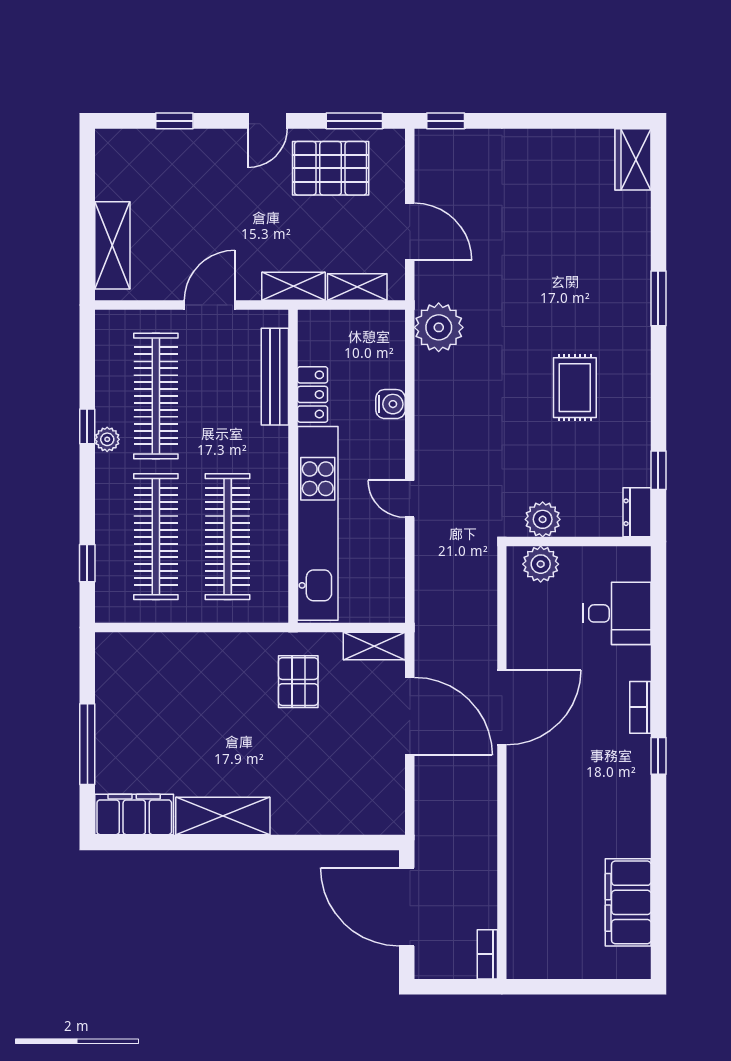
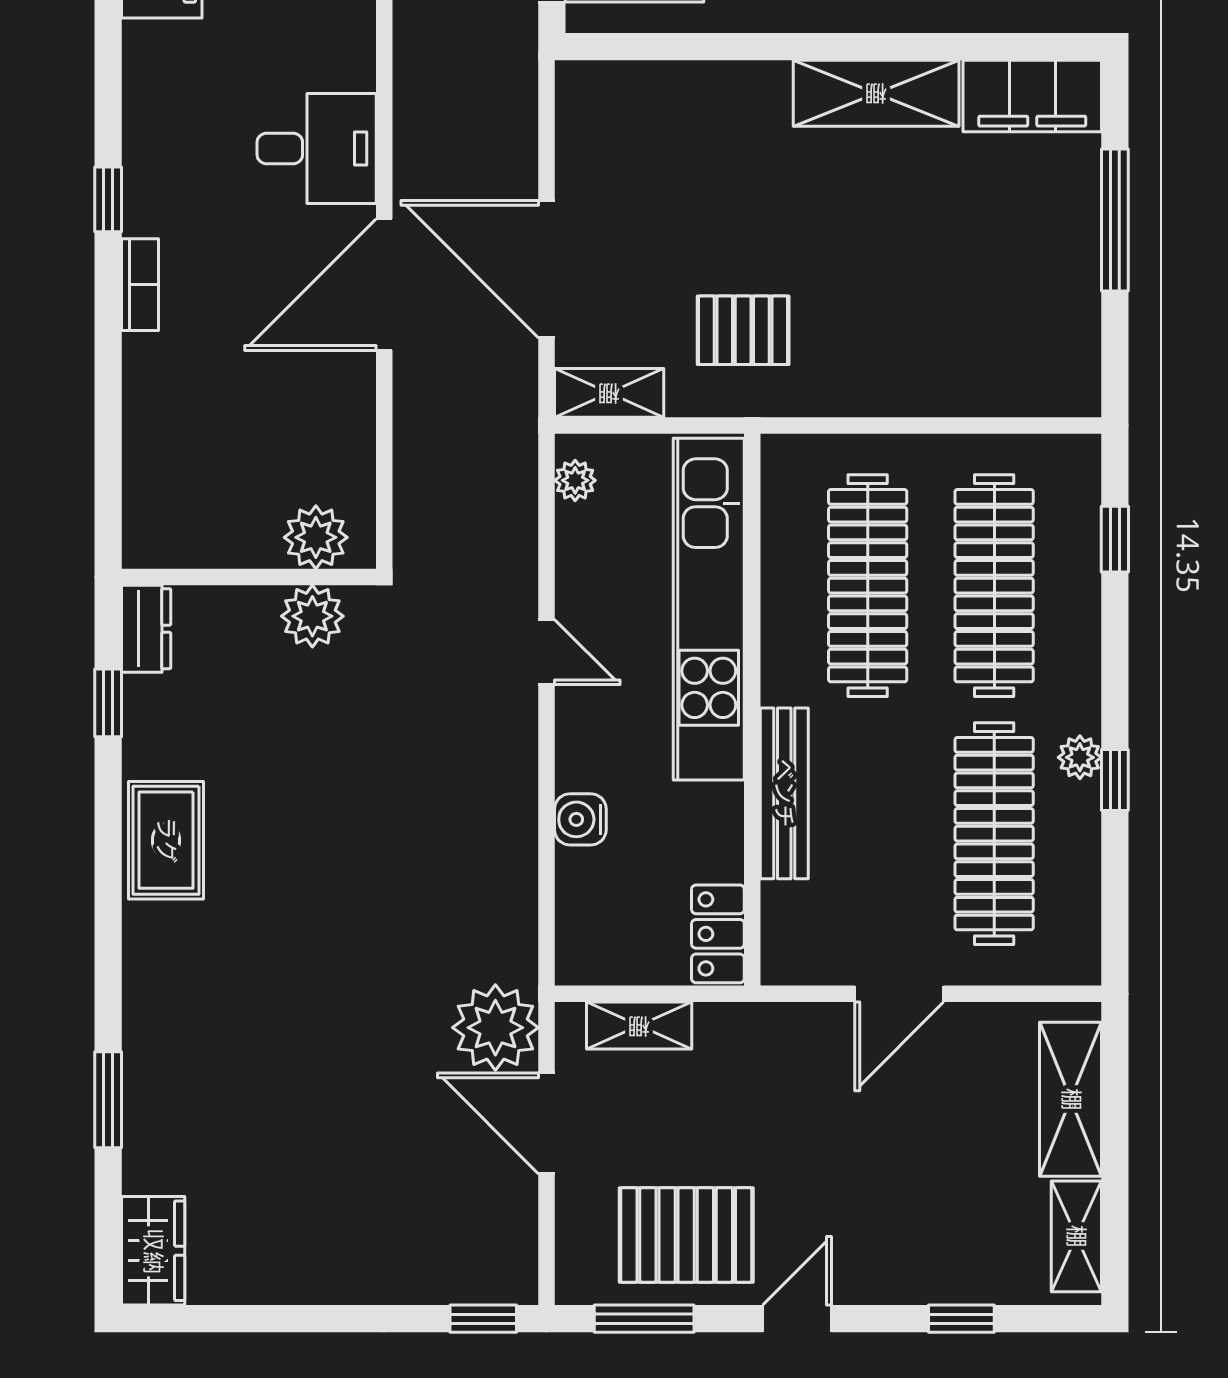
shelving: (294, 286) -> (1076, 1236), moved, turned 90
window: (658, 298) -> (108, 1100), moved
plant: (439, 327) -> (495, 1028), moved
bench: (275, 377) -> (784, 793), moved
rug: (575, 388) -> (166, 840), moved
locker: (313, 394) -> (718, 934), moved
plant: (394, 596) -> (575, 480), added
desk: (617, 613) -> (317, 148), moved, turned 180
pallet: (298, 682) -> (743, 330), turned 90

